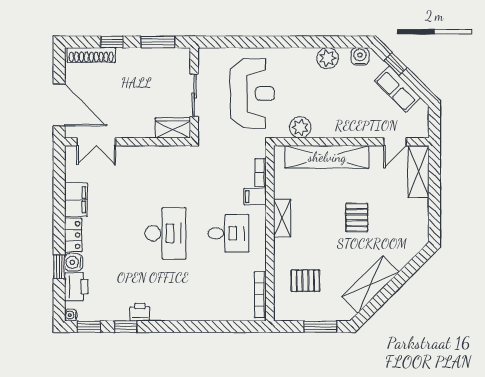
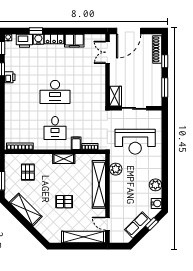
shelving: (418, 172) -> (83, 237), width x1.47

